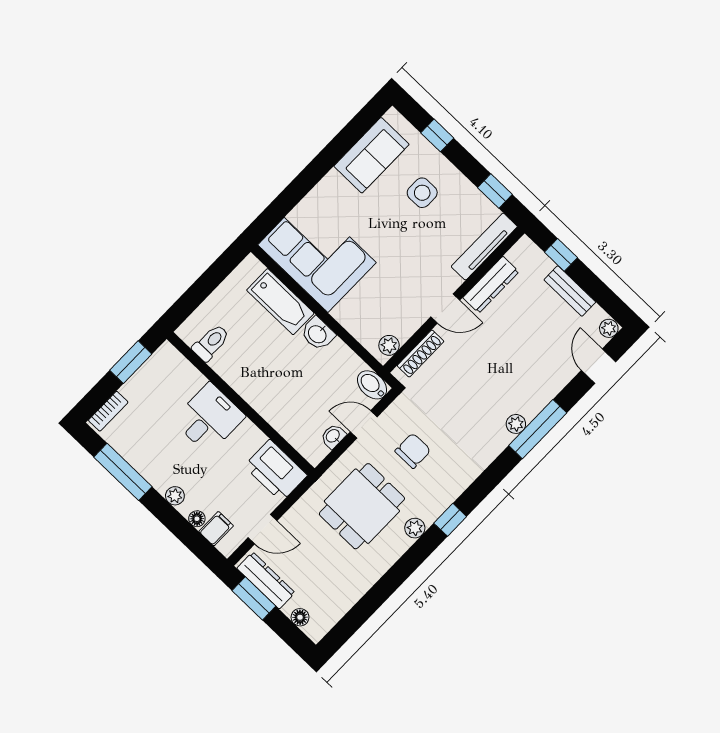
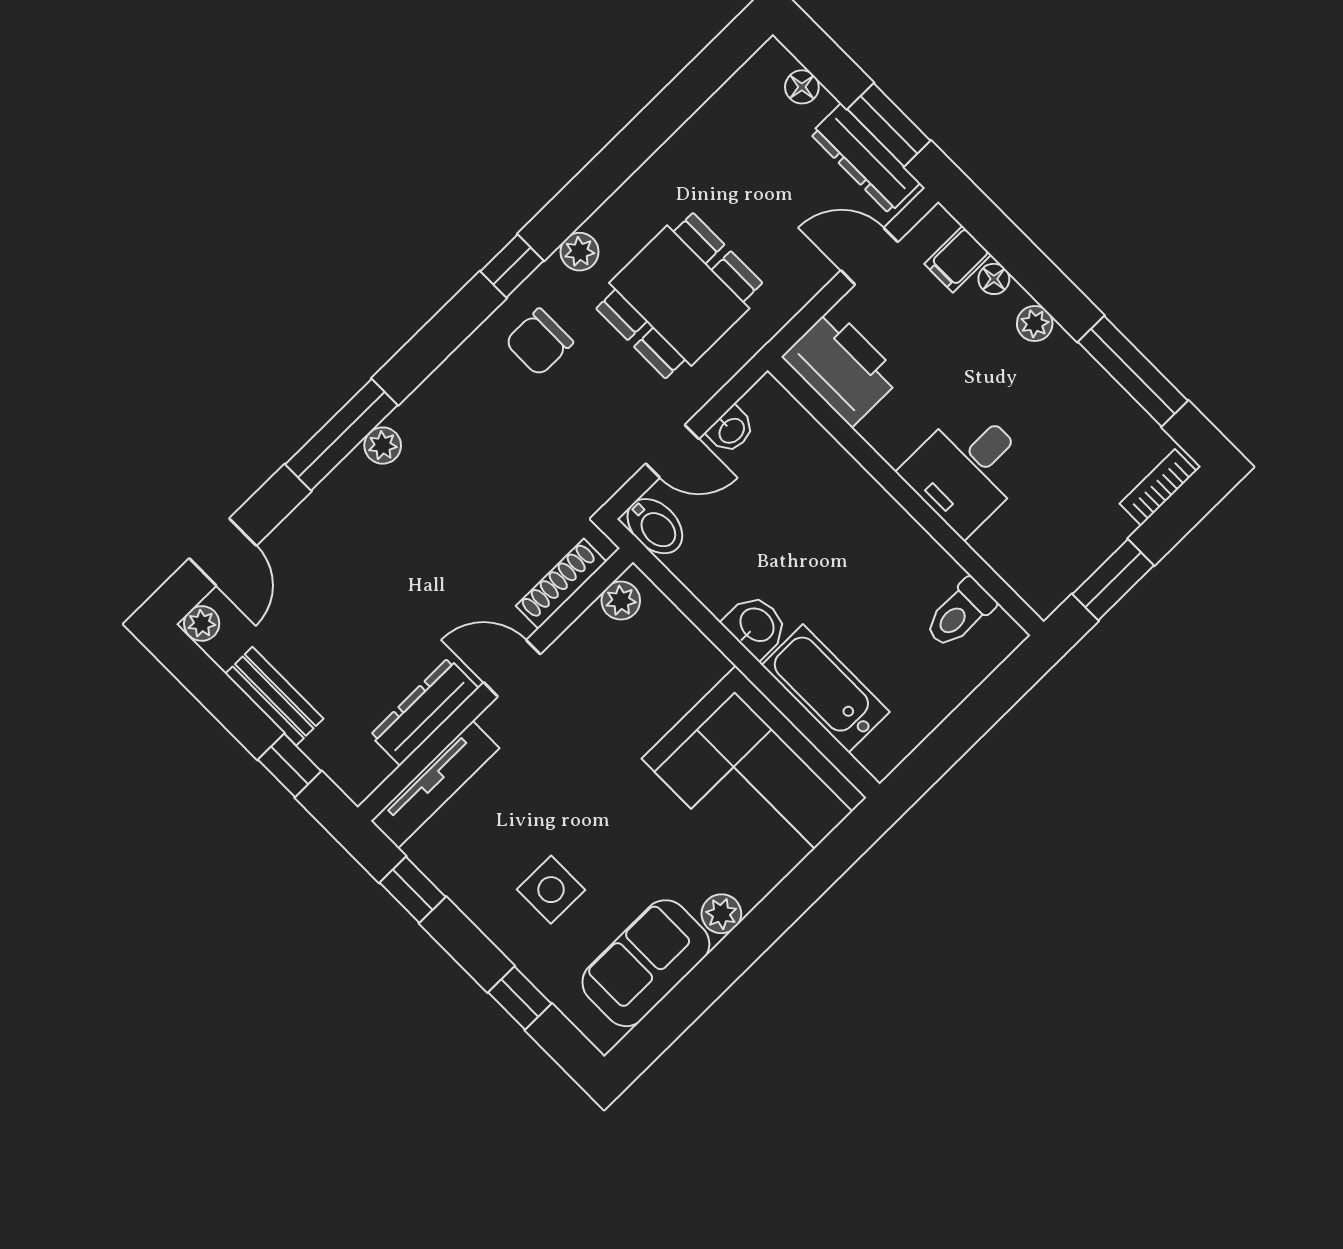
plant: (332, 182) -> (721, 914), added
chair: (413, 451) -> (539, 342), moved

